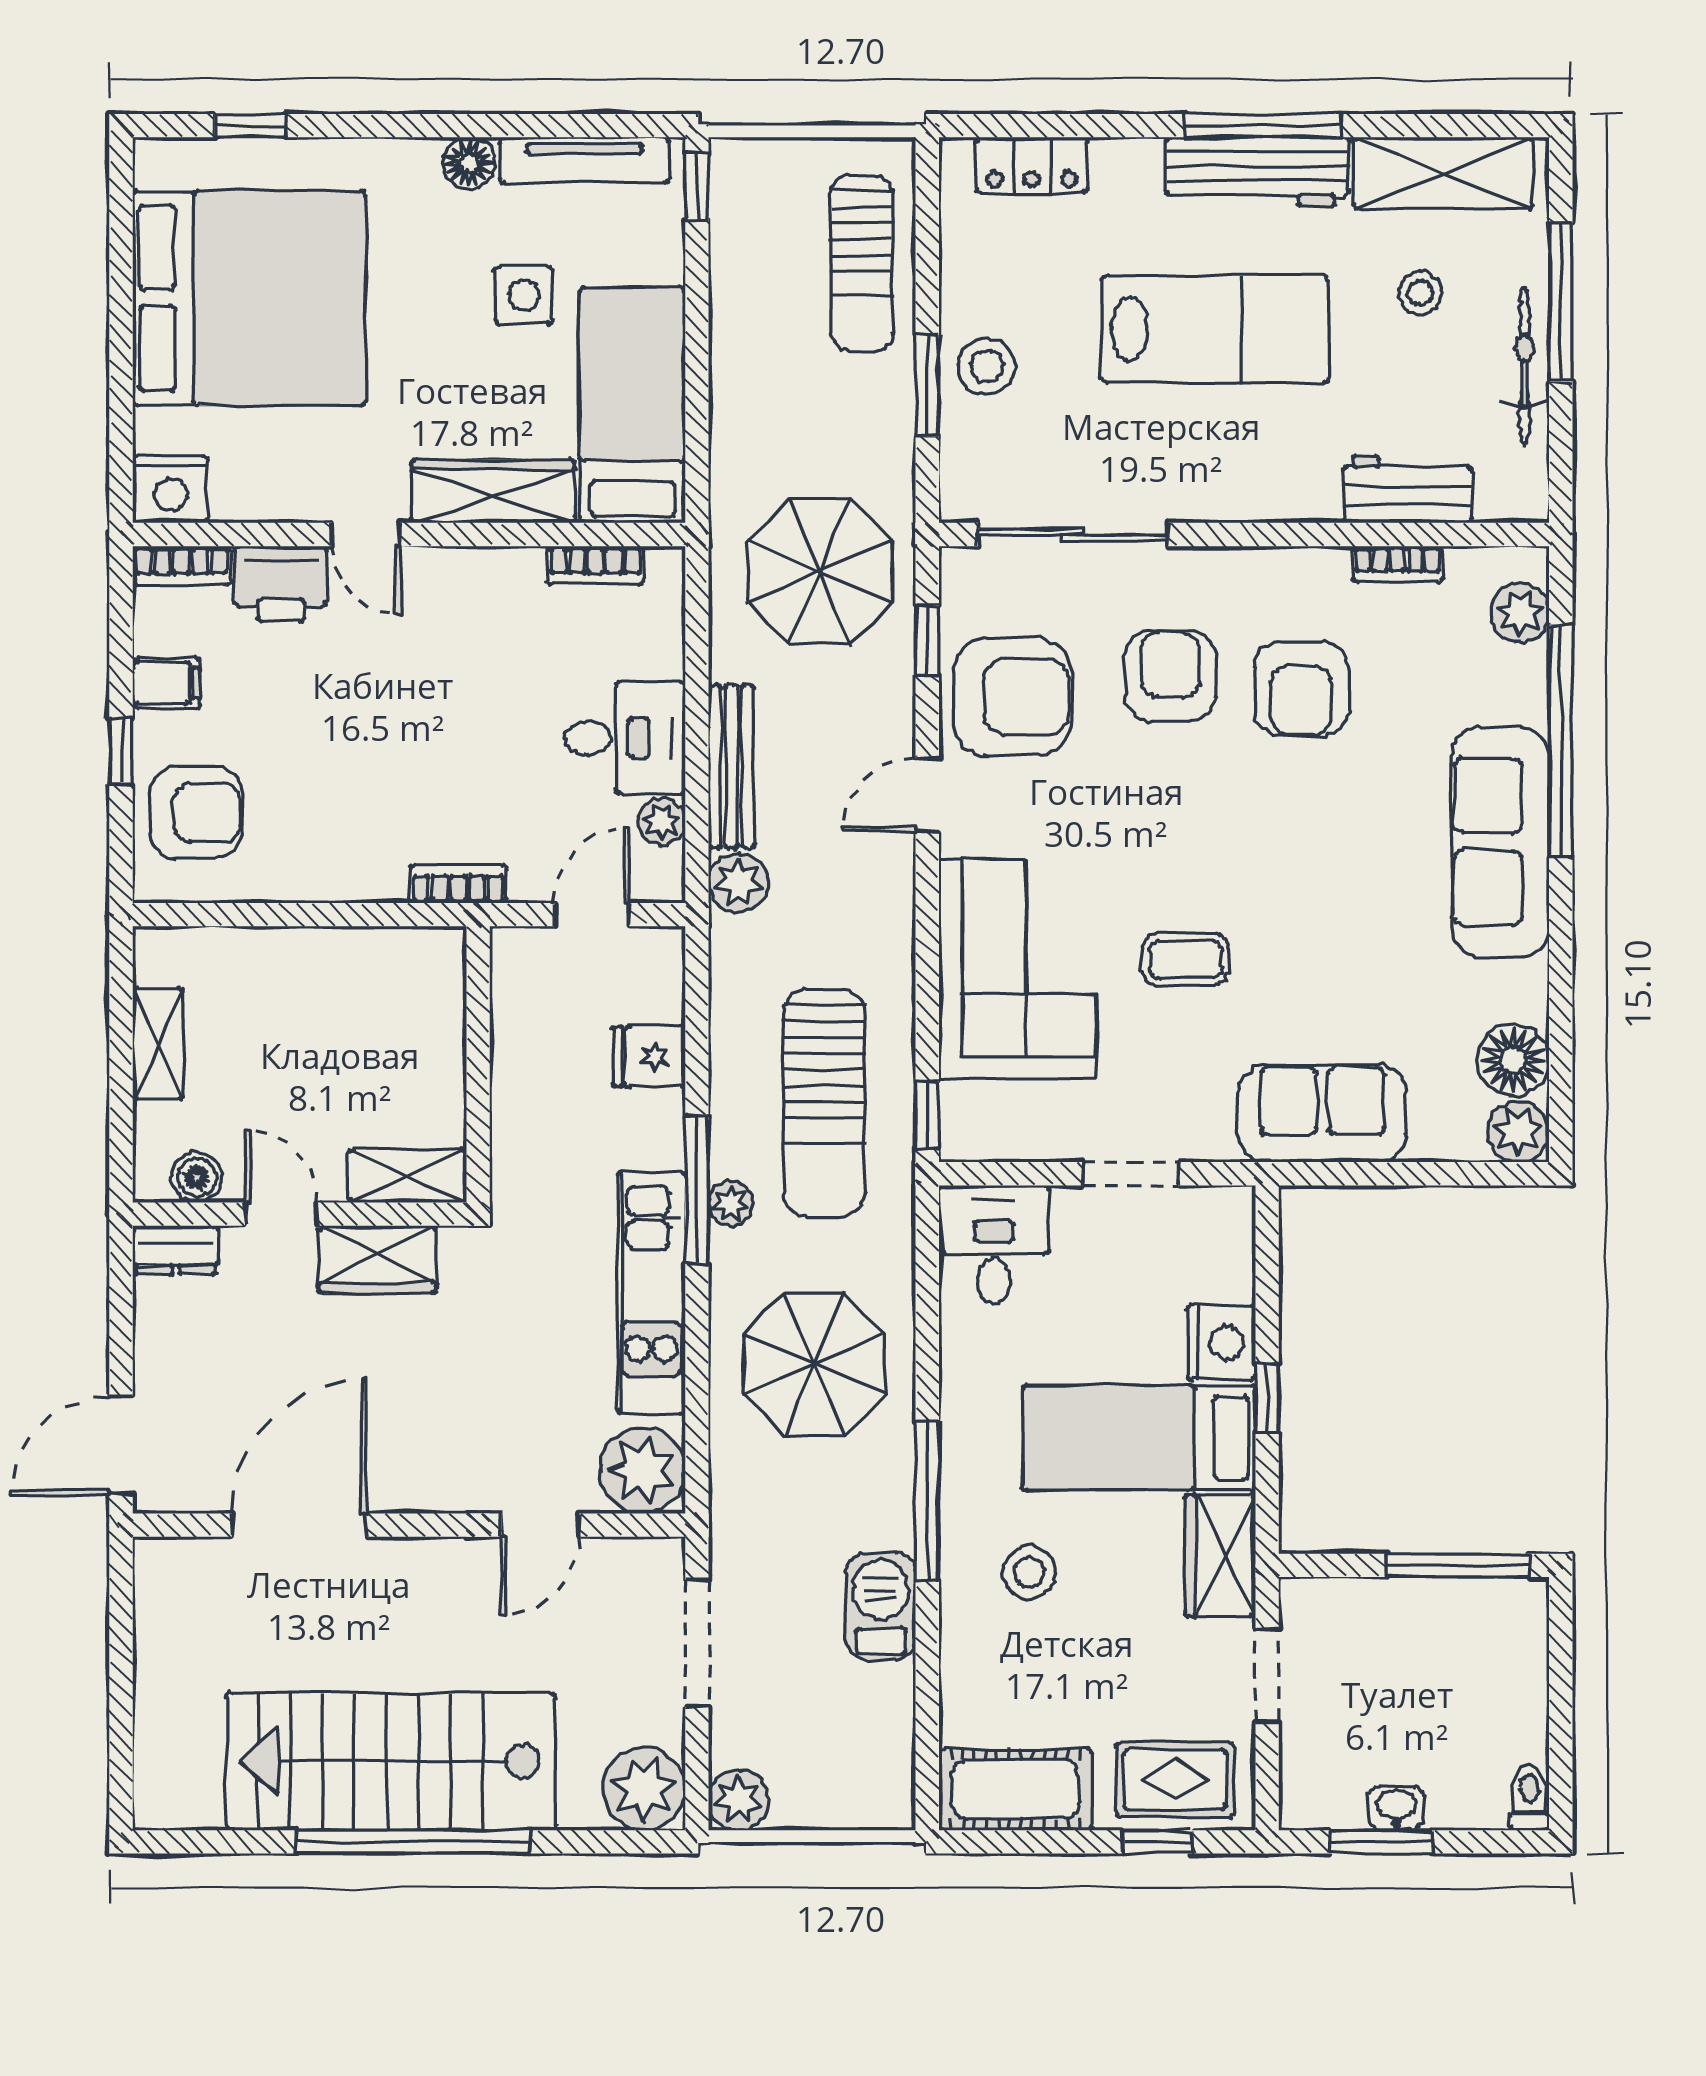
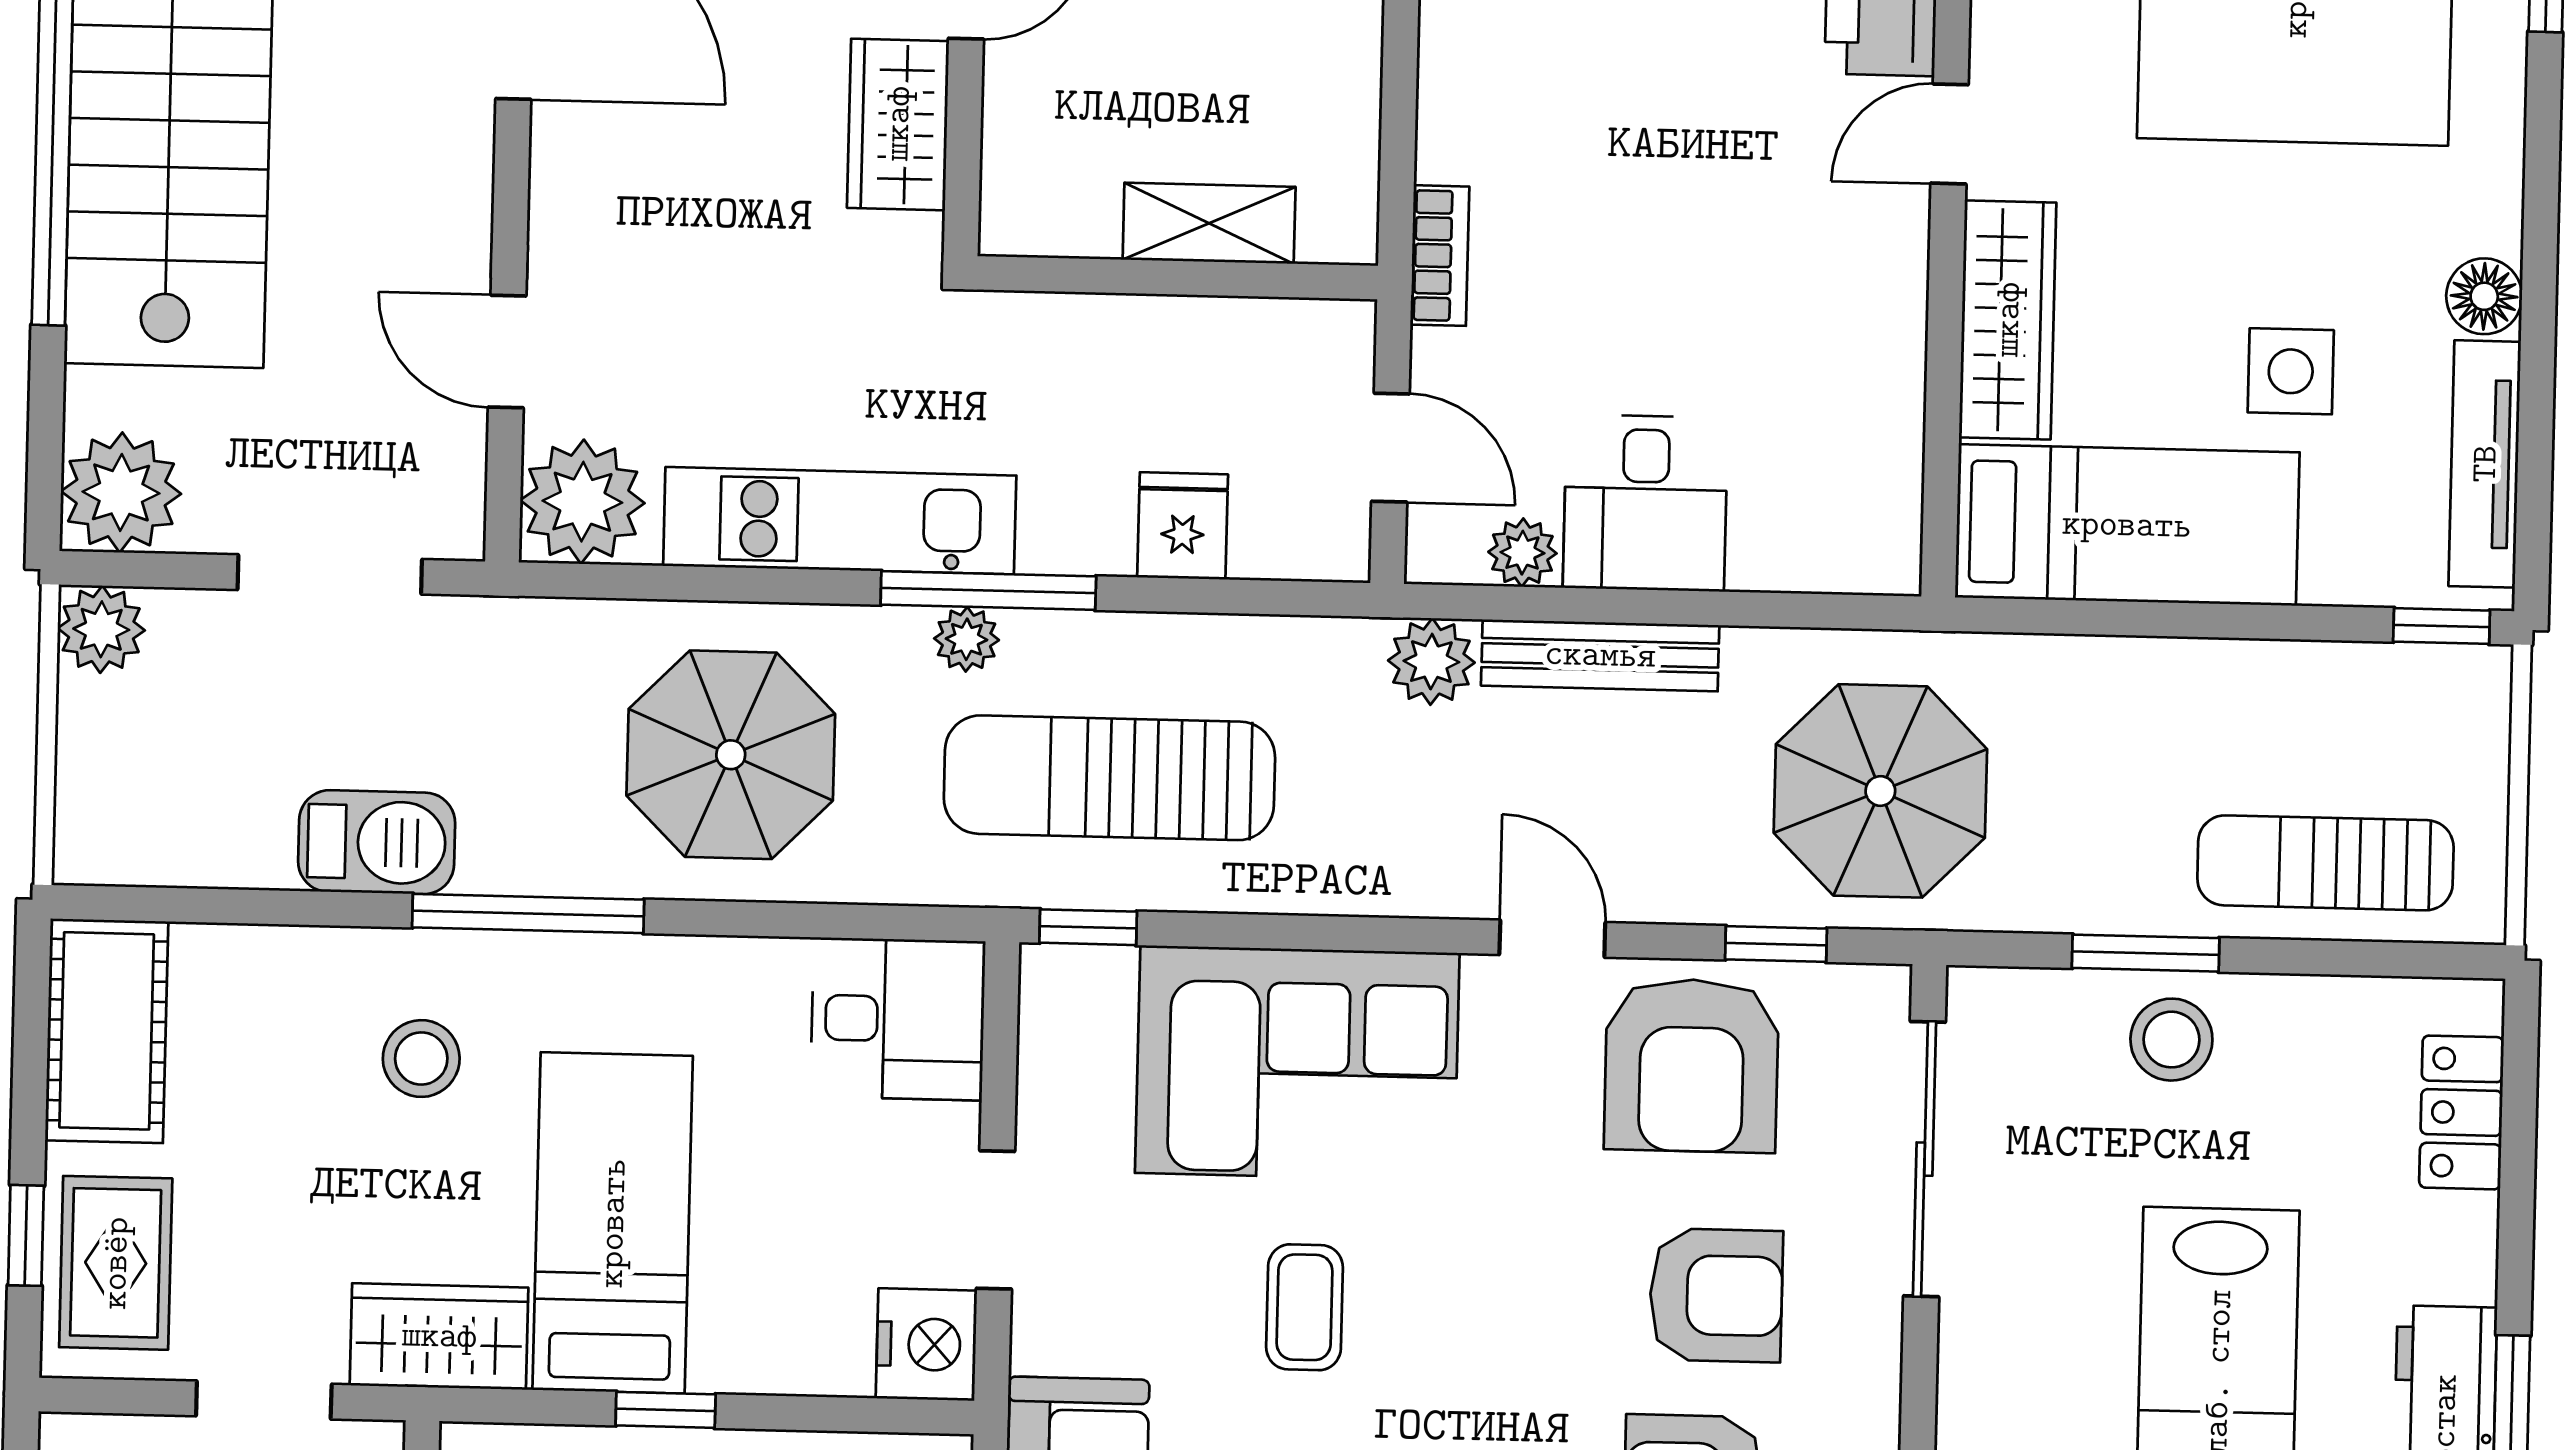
bookcase: (596, 565) -> (1897, 466), removed
shelving: (408, 1176) -> (1209, 223), moved, turned 90
nightstand: (1221, 1343) -> (926, 1344), moved, turned -90

